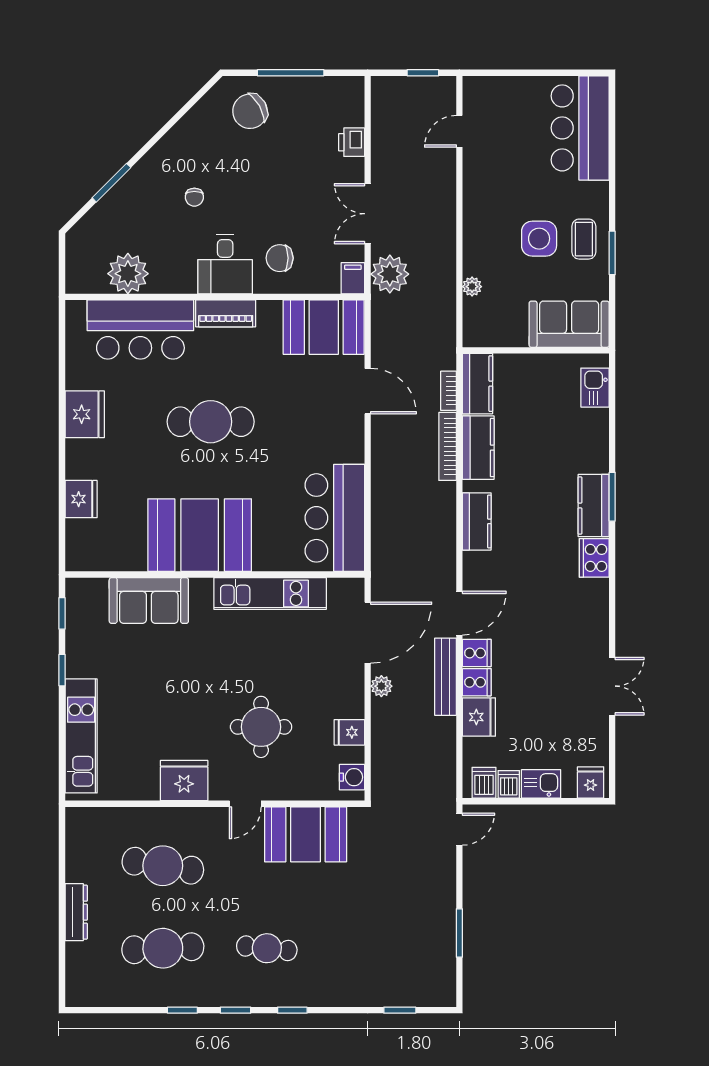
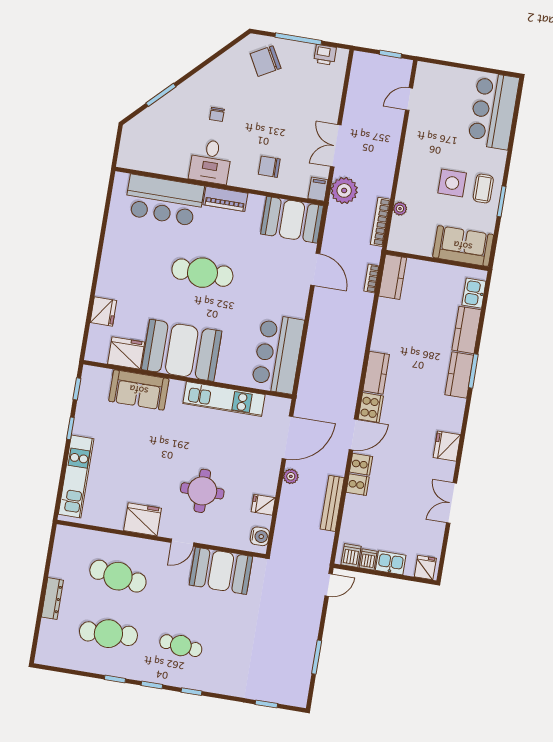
printer: (352, 142) -> (325, 55), moved, turned -90
desk: (225, 264) -> (211, 161), moved
plant: (128, 274) -> (162, 160), removed
fridge: (85, 414) -> (126, 353), moved, turned -90
bookcase: (448, 446) -> (380, 222), moved
kitchen counter: (478, 448) -> (467, 330), moved, turned 180
cooker: (594, 558) -> (371, 408), moved, turned 180
bench: (445, 677) -> (332, 503), moved
double door: (612, 686) -> (451, 503), swing flipped
fridge: (479, 717) -> (447, 446), moved, turned 180

